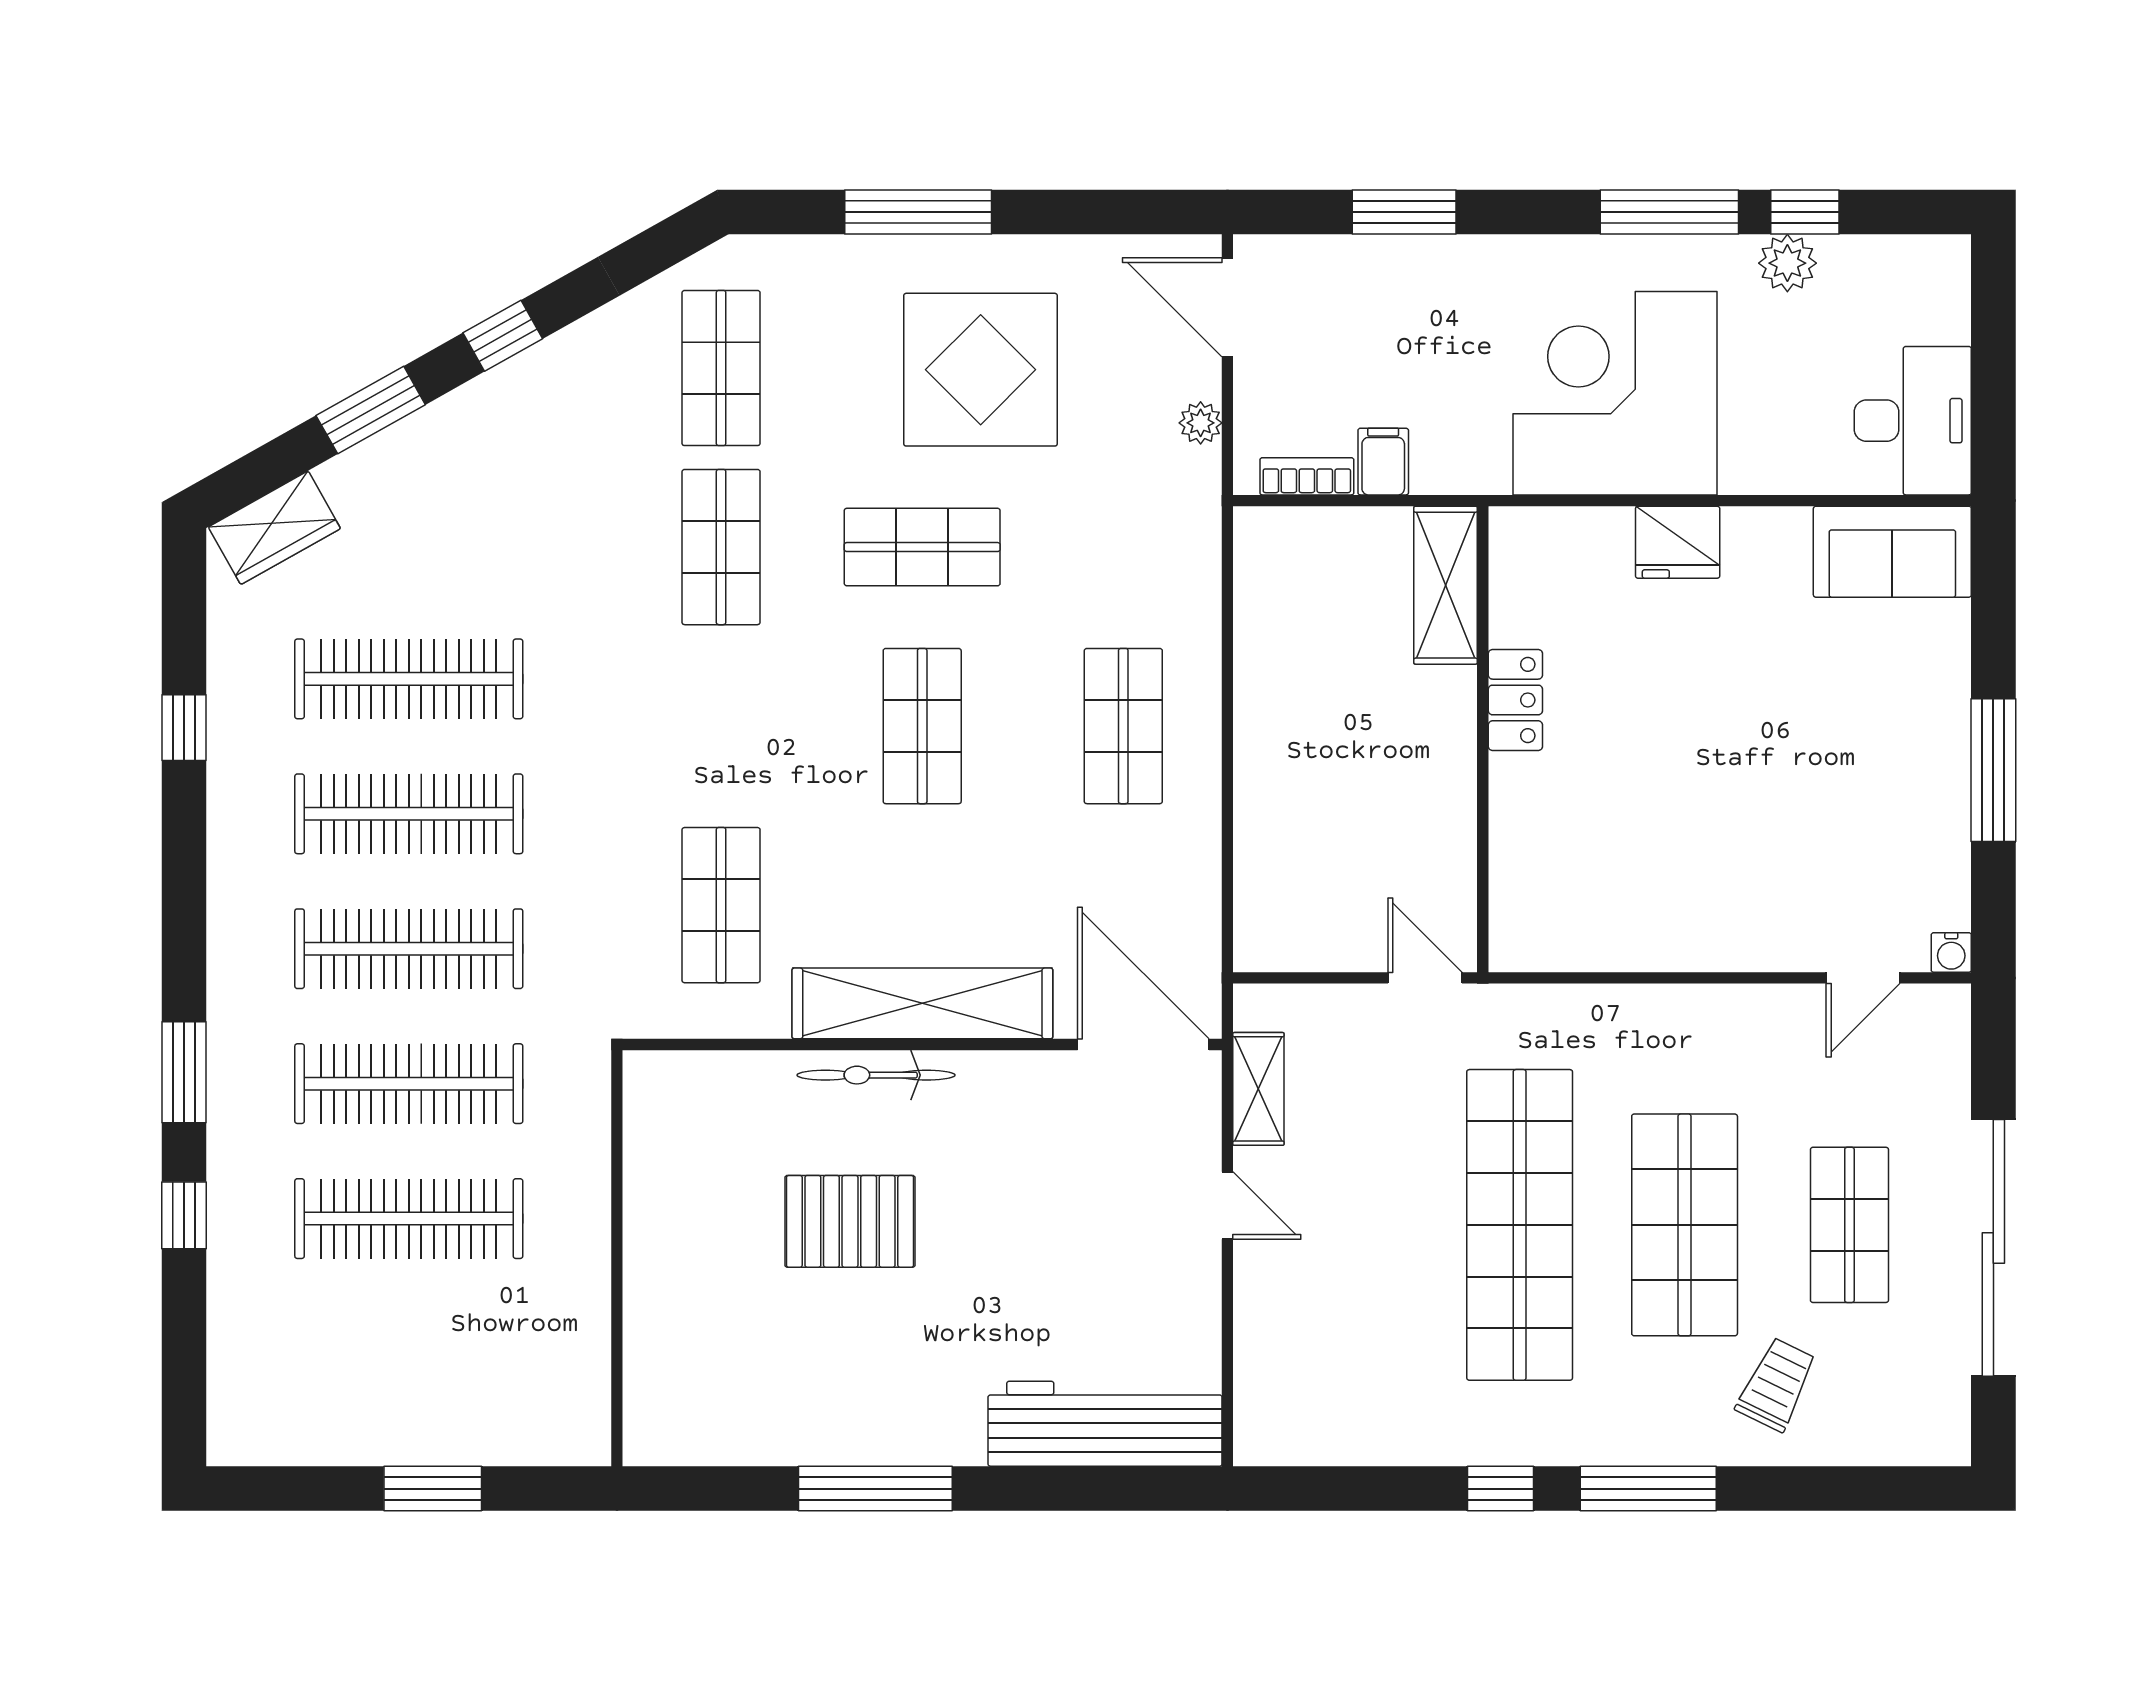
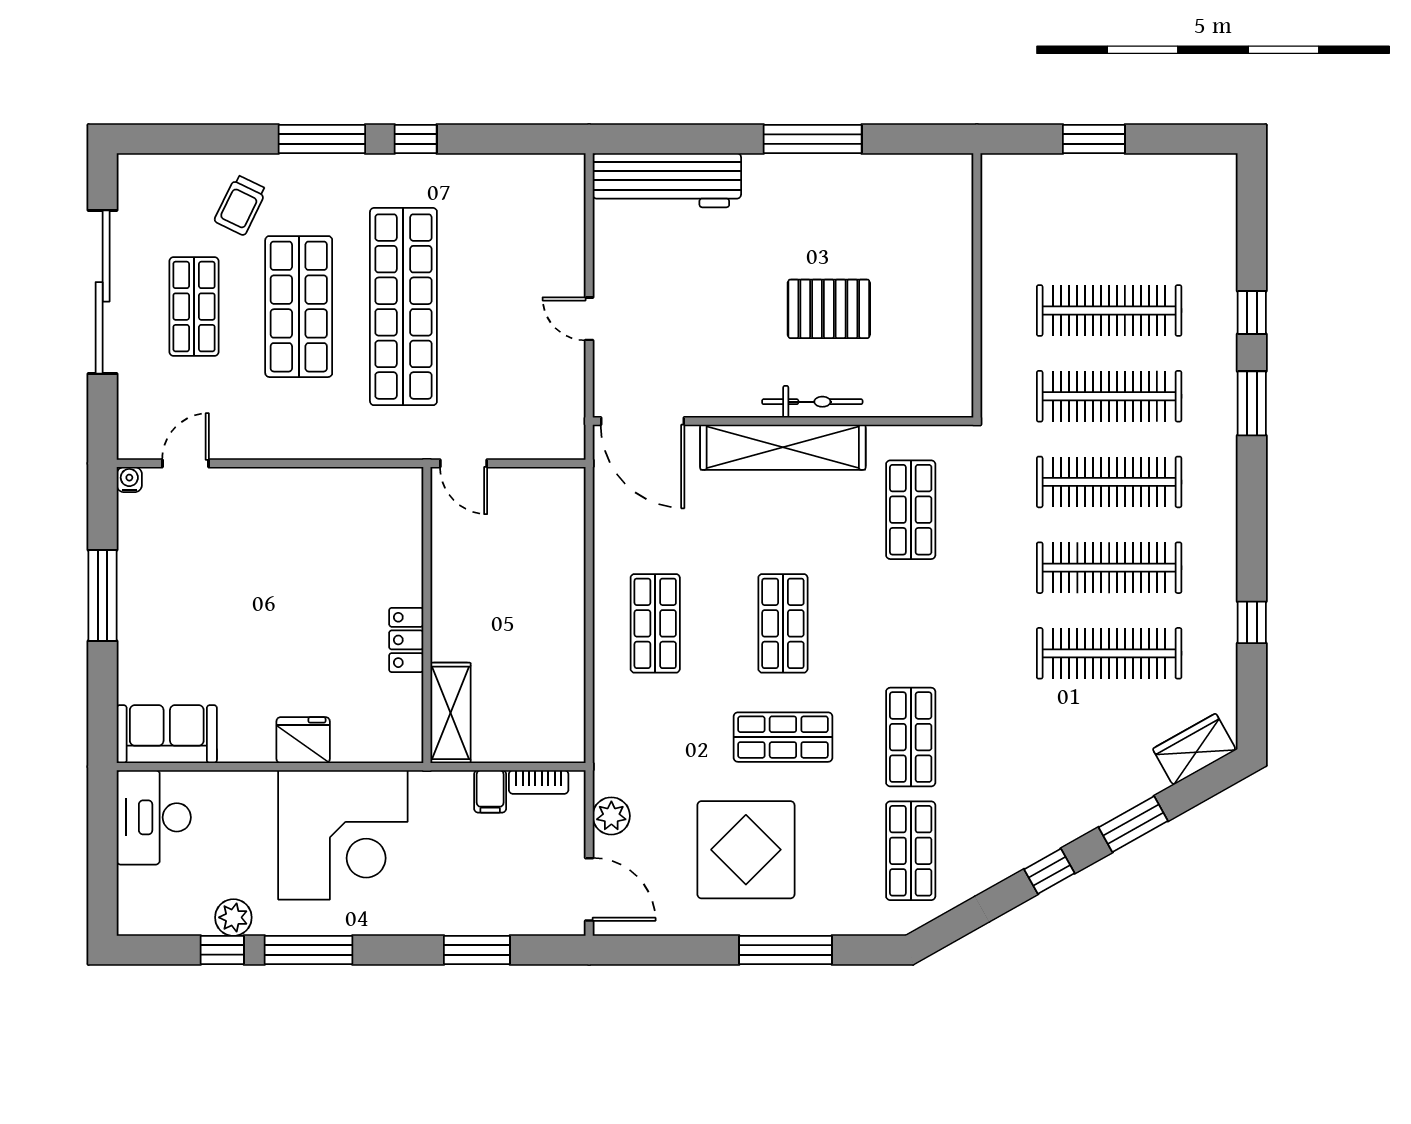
plant: (1201, 423) -> (611, 816), width x1.38, depth x1.38
shelving: (1258, 1089) -> (569, 393), removed

